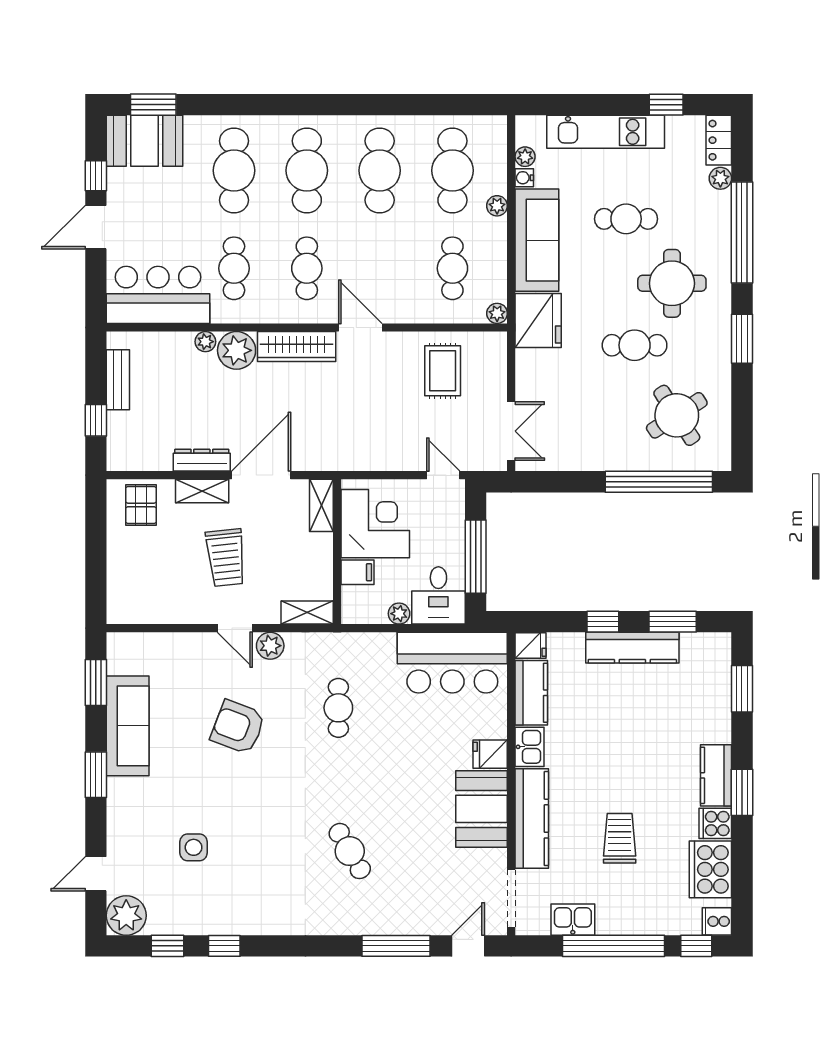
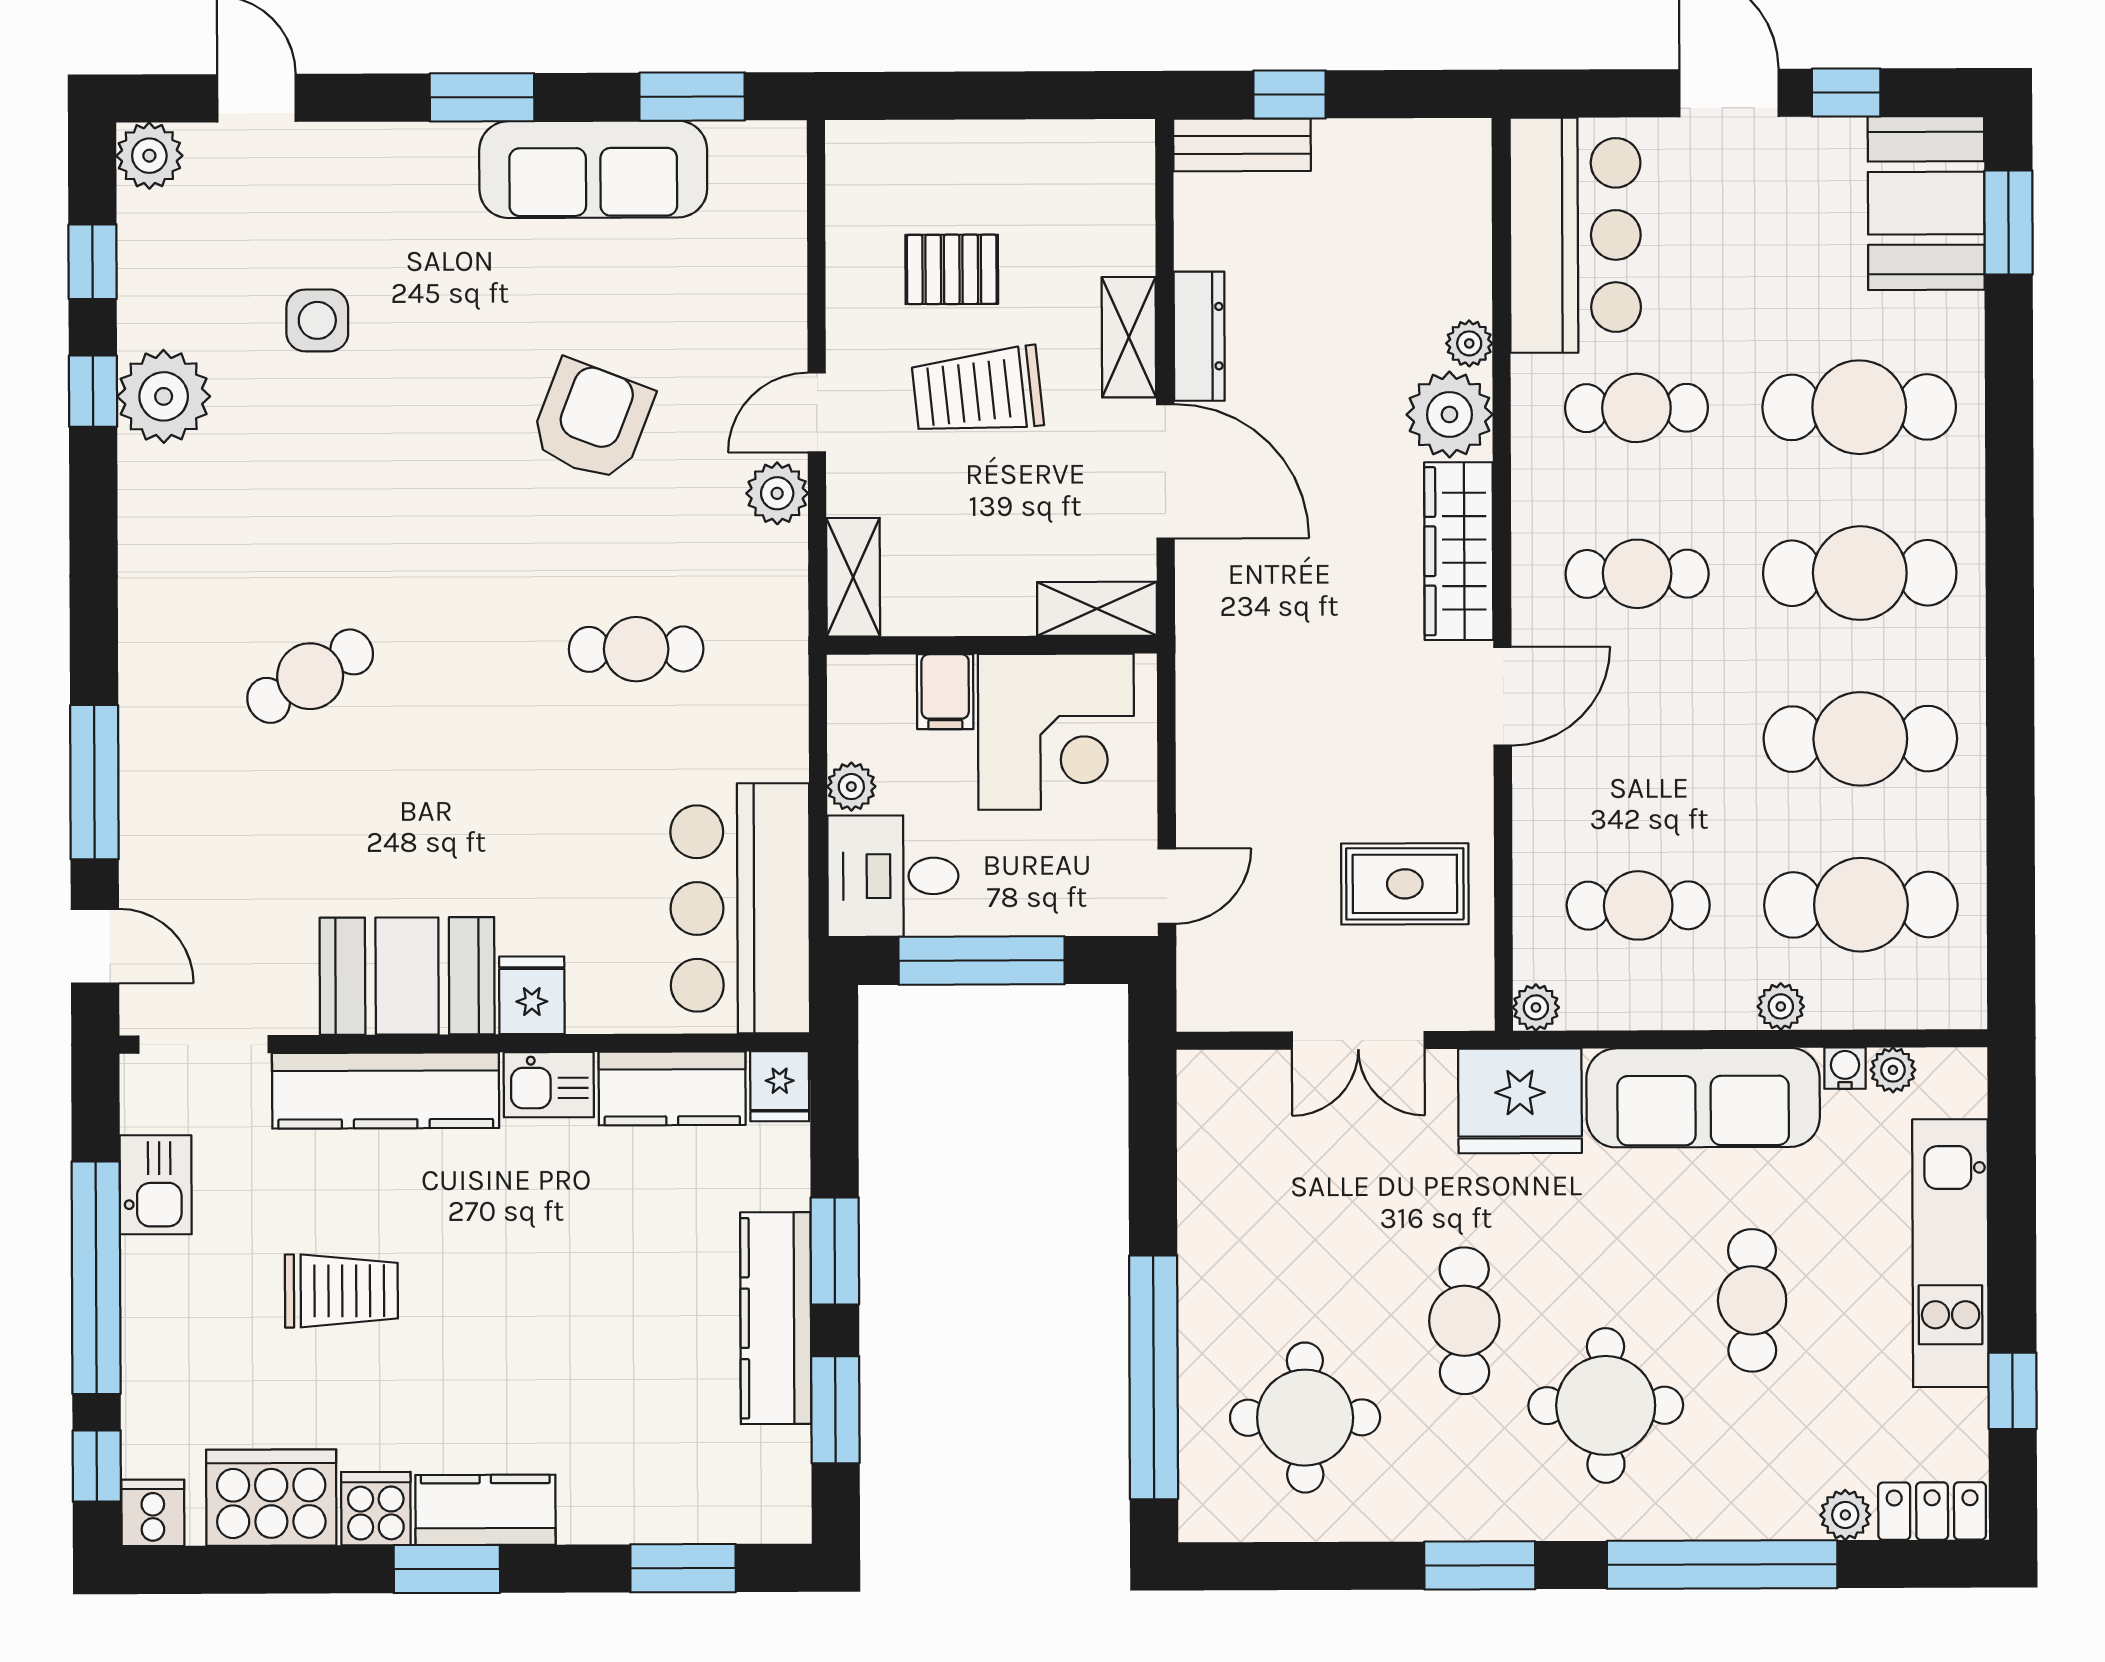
bench: (118, 380) -> (1242, 145), moved
round table: (677, 415) -> (1305, 1418), turned 33
double door: (511, 431) -> (1358, 1040), moved
pallet: (141, 505) -> (952, 269), moved
window: (603, 622) -> (835, 1251), width x1.50
plant: (227, 915) -> (164, 396), added
plant: (126, 916) -> (149, 156), width x0.73, depth x0.73

